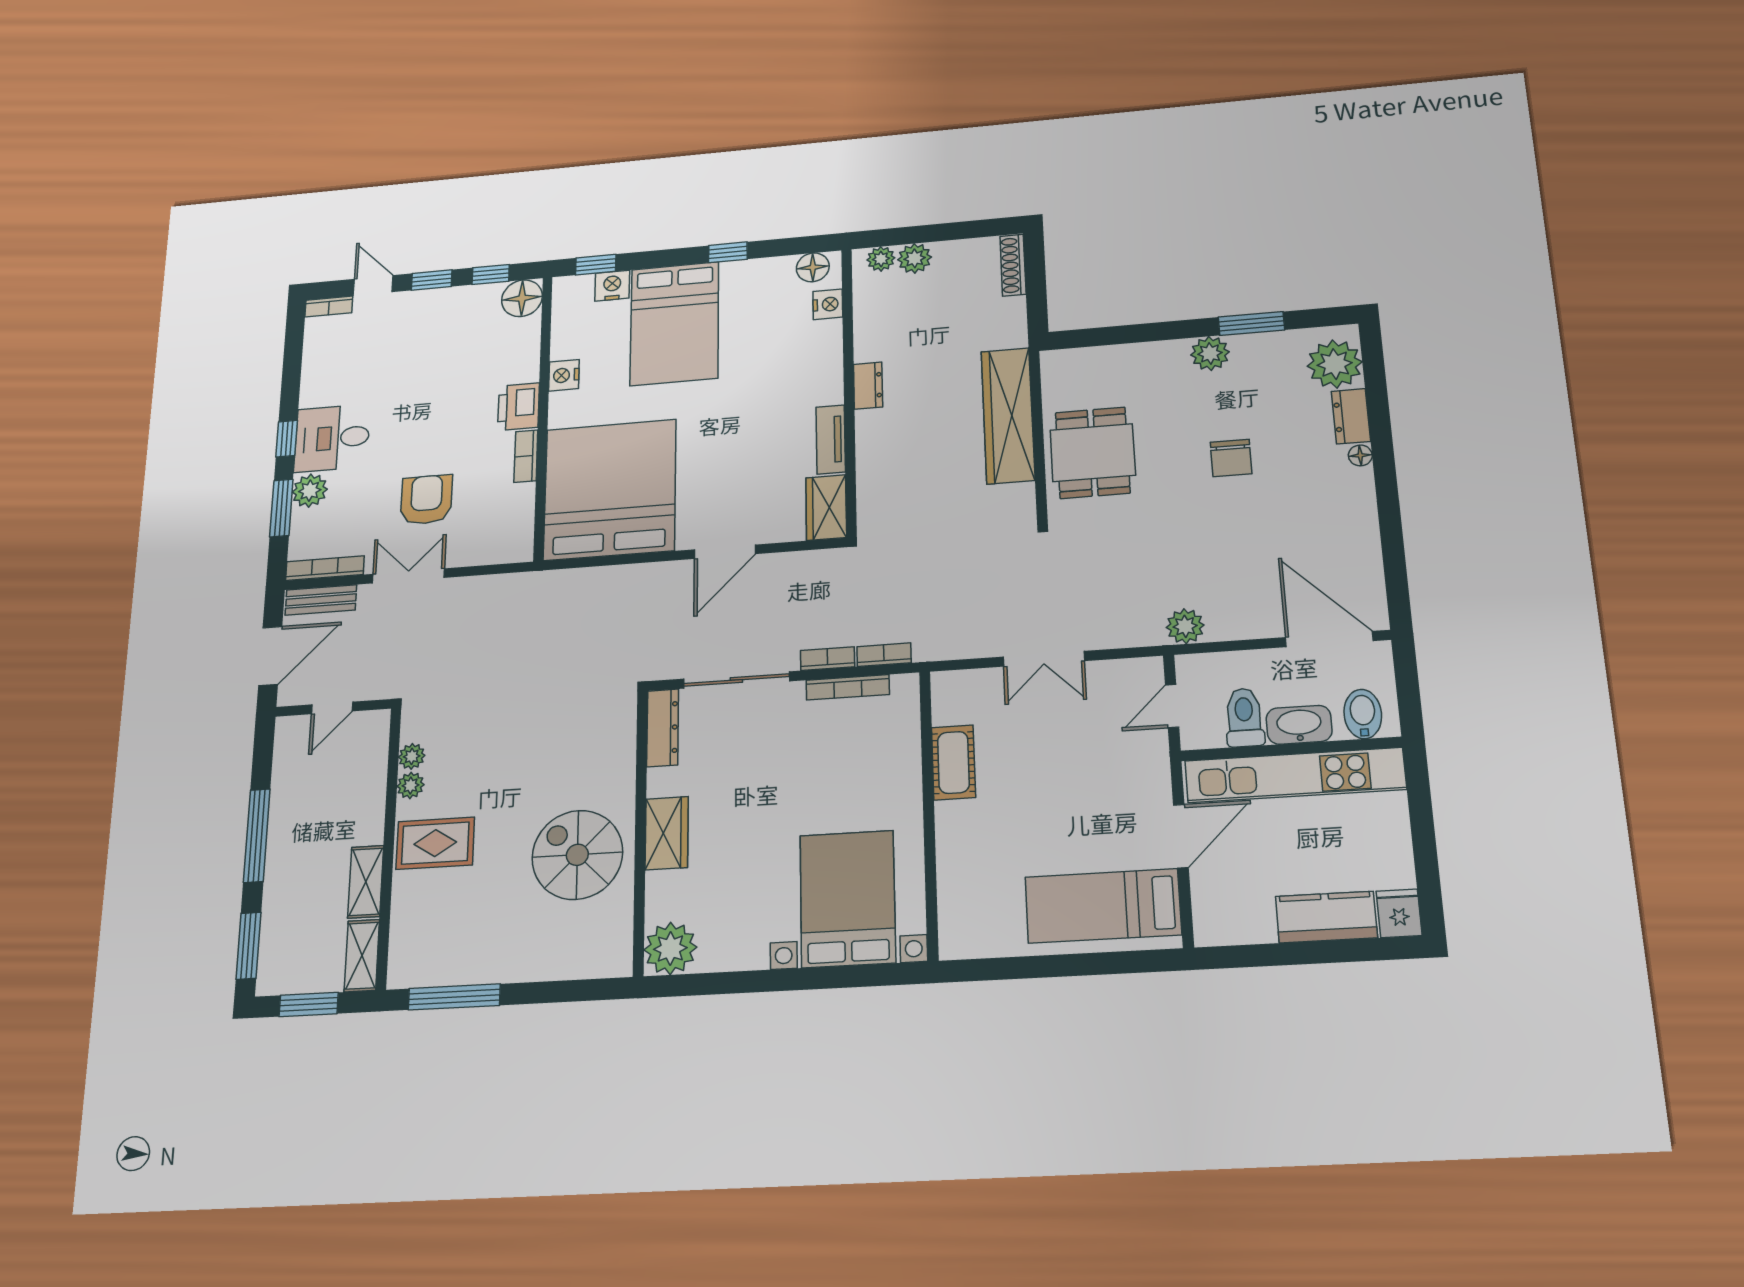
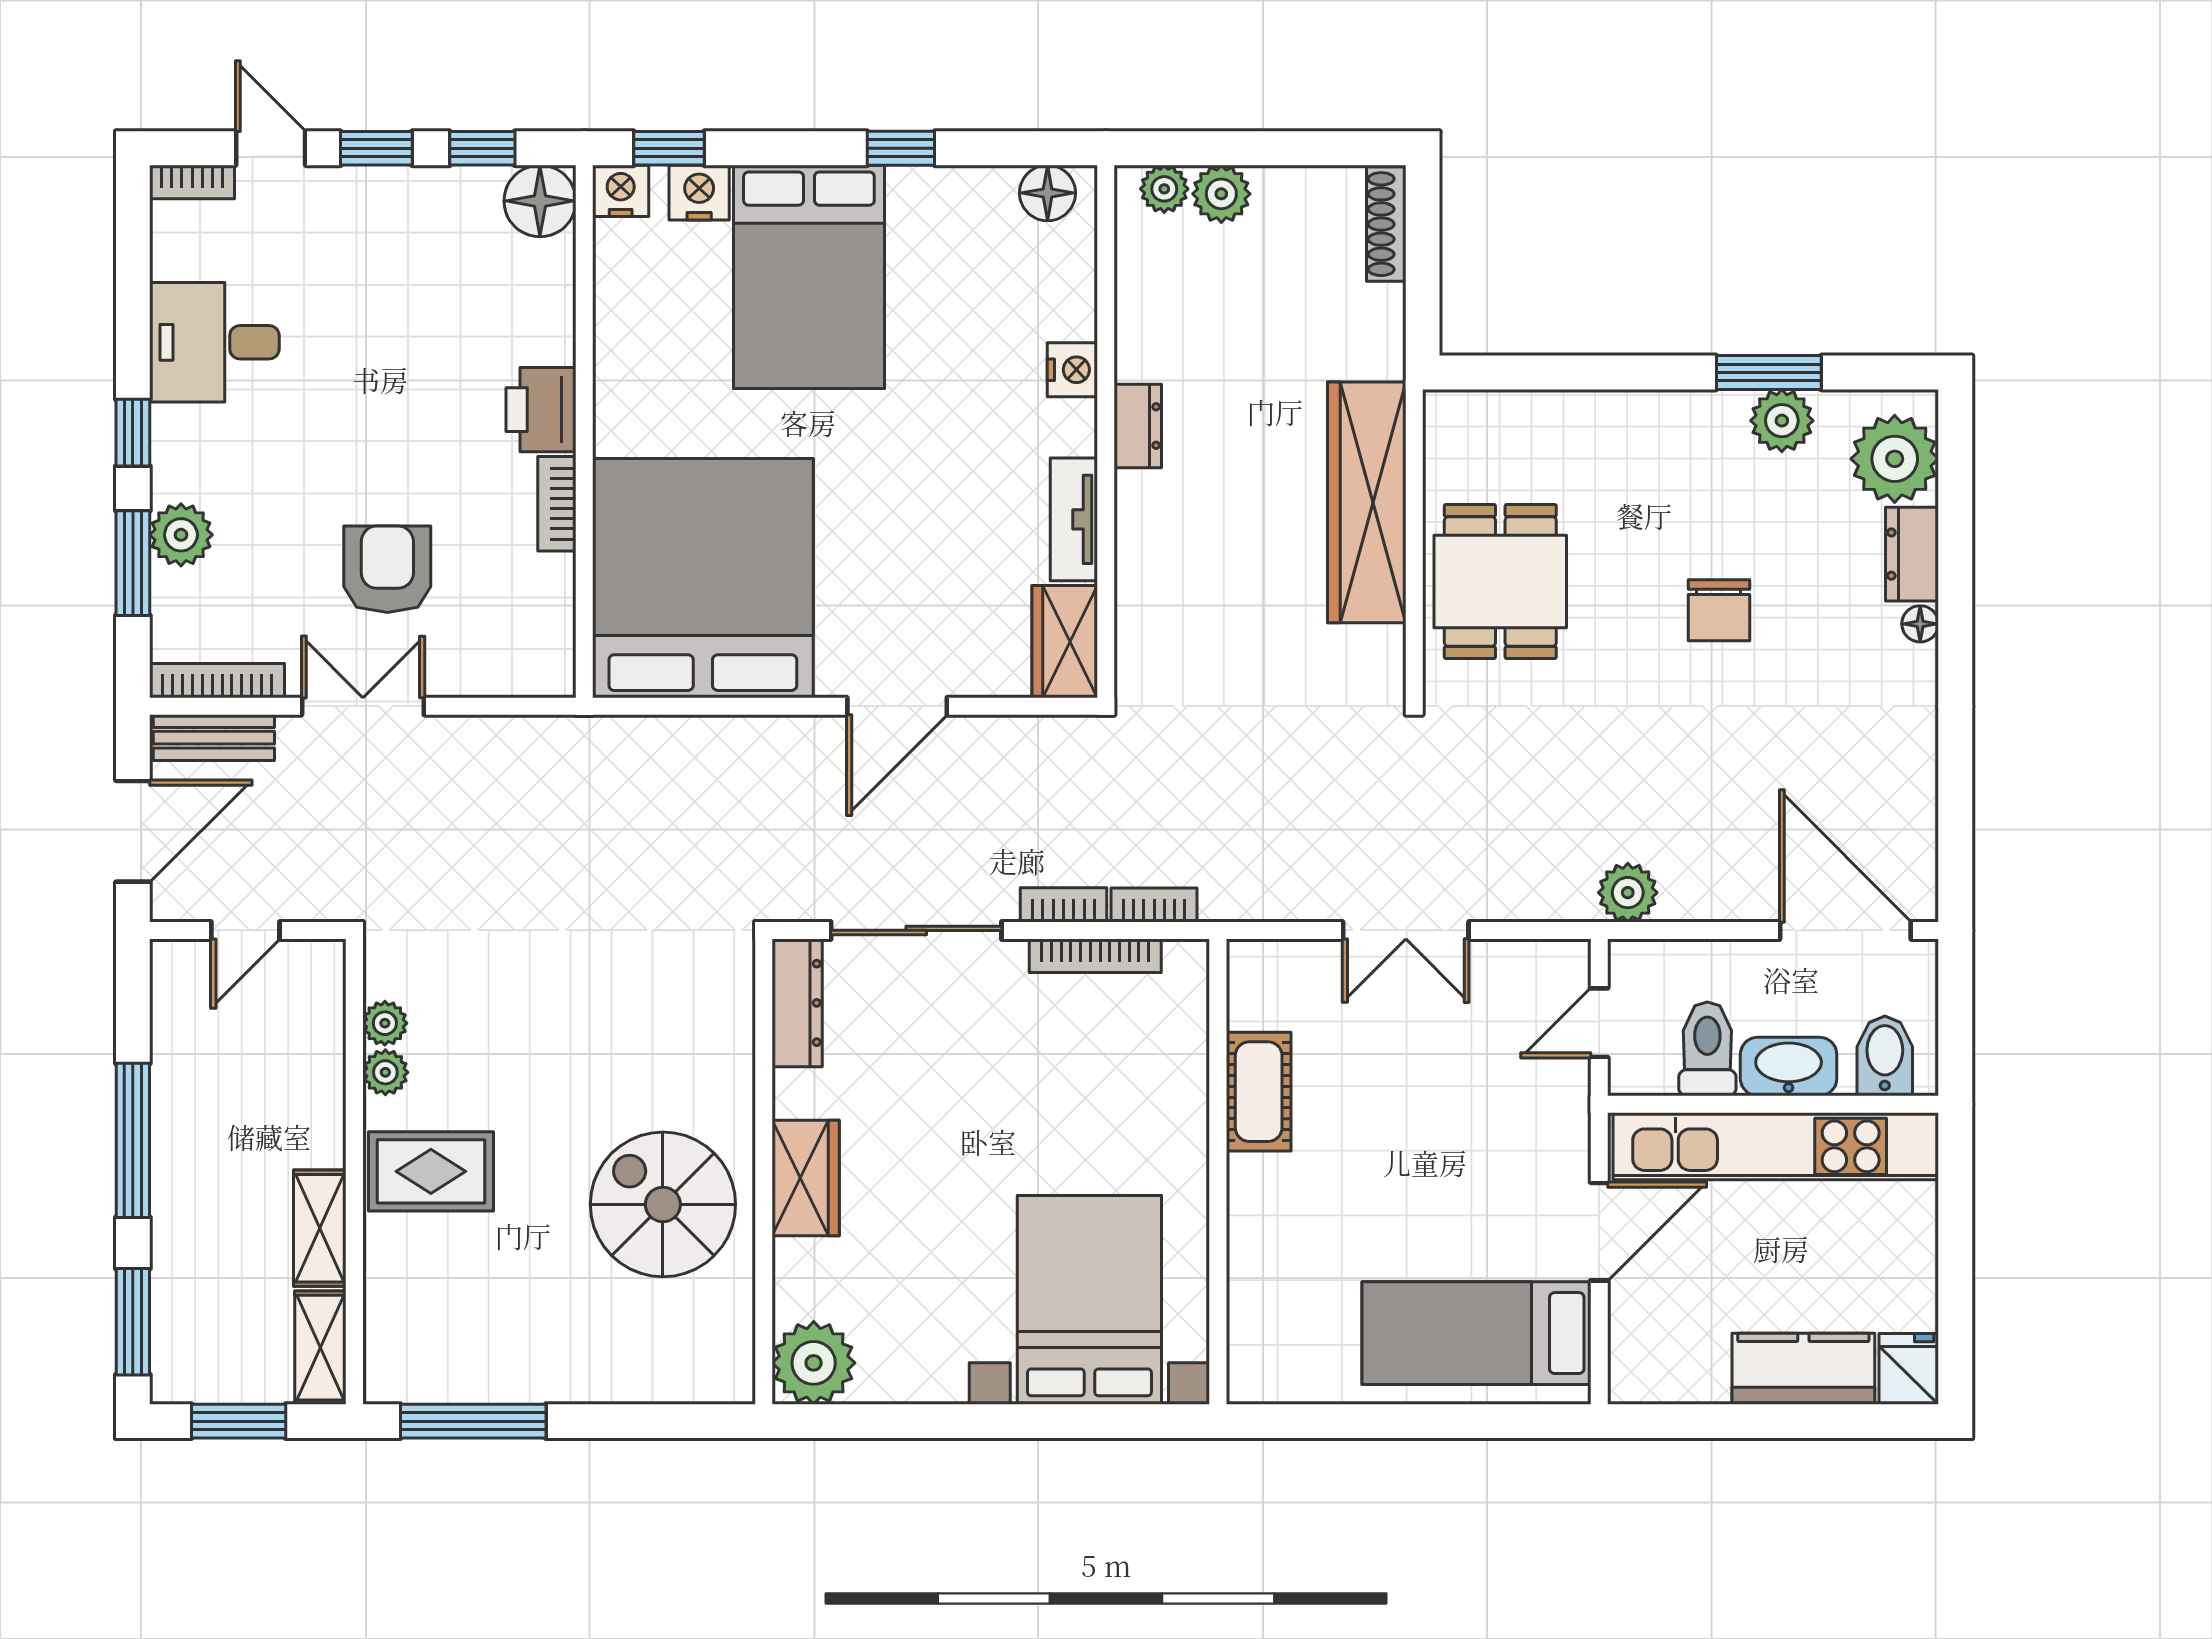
nightstand: (828, 304) -> (1072, 370), moved
plant: (1210, 353) -> (1782, 421), moved
nightstand: (564, 375) -> (621, 191), moved, turned 90
desk: (332, 438) -> (214, 342), moved

